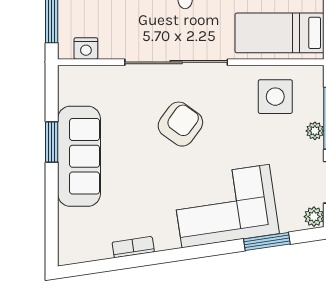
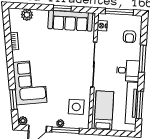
armchair: (180, 124) -> (67, 65), removed
sofa: (79, 156) -> (70, 21), moved
plant: (71, 222) -> (27, 15), added

